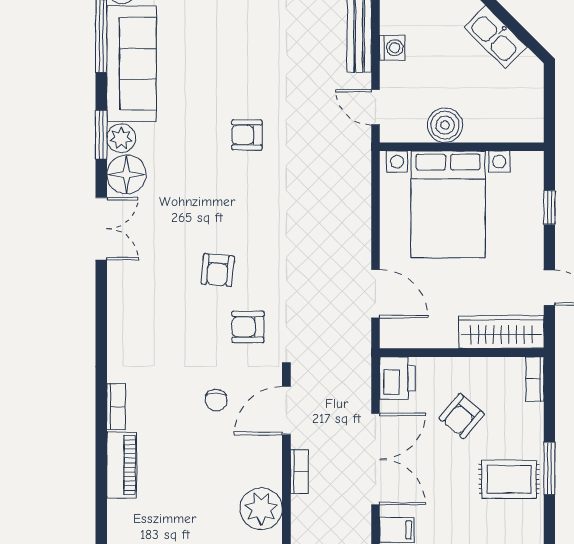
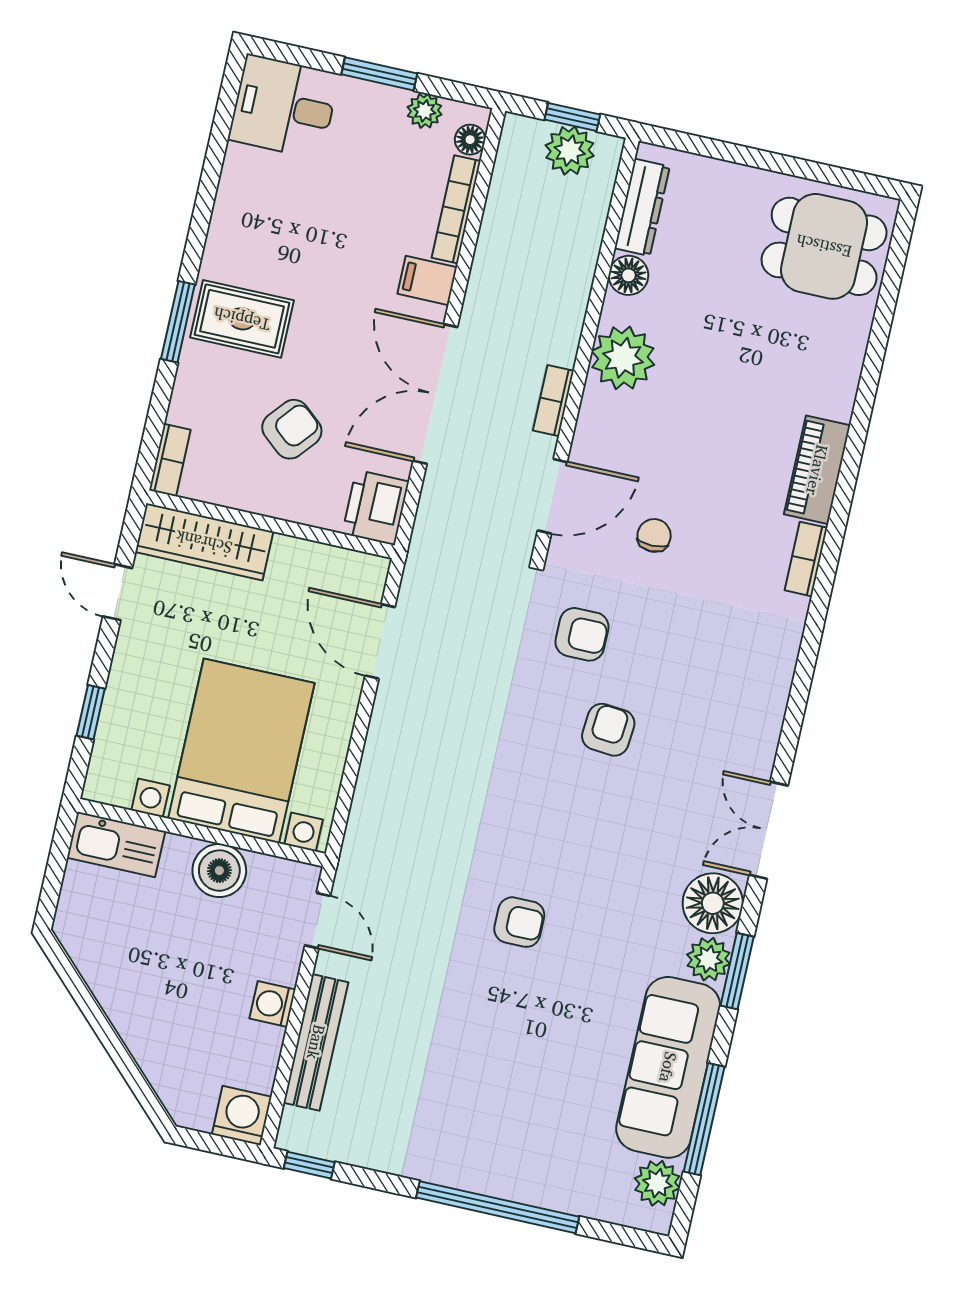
kitchen sink: (495, 37) -> (116, 844), moved, turned 135

